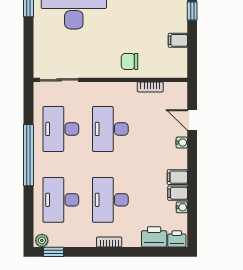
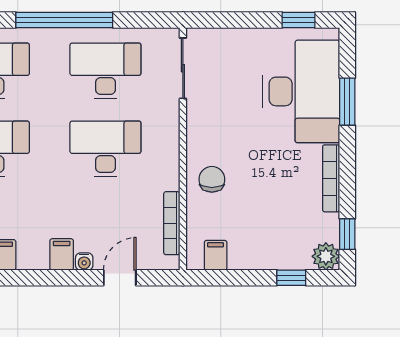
filing cabinet: (178, 40) -> (216, 255), moved
bookcase: (150, 87) -> (172, 223), width x1.56
filing cabinet: (177, 177) -> (62, 254), moved

